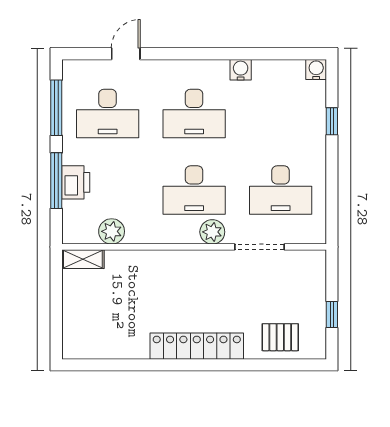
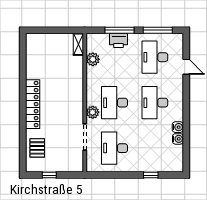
water cooler: (316, 69) -> (178, 139), moved

